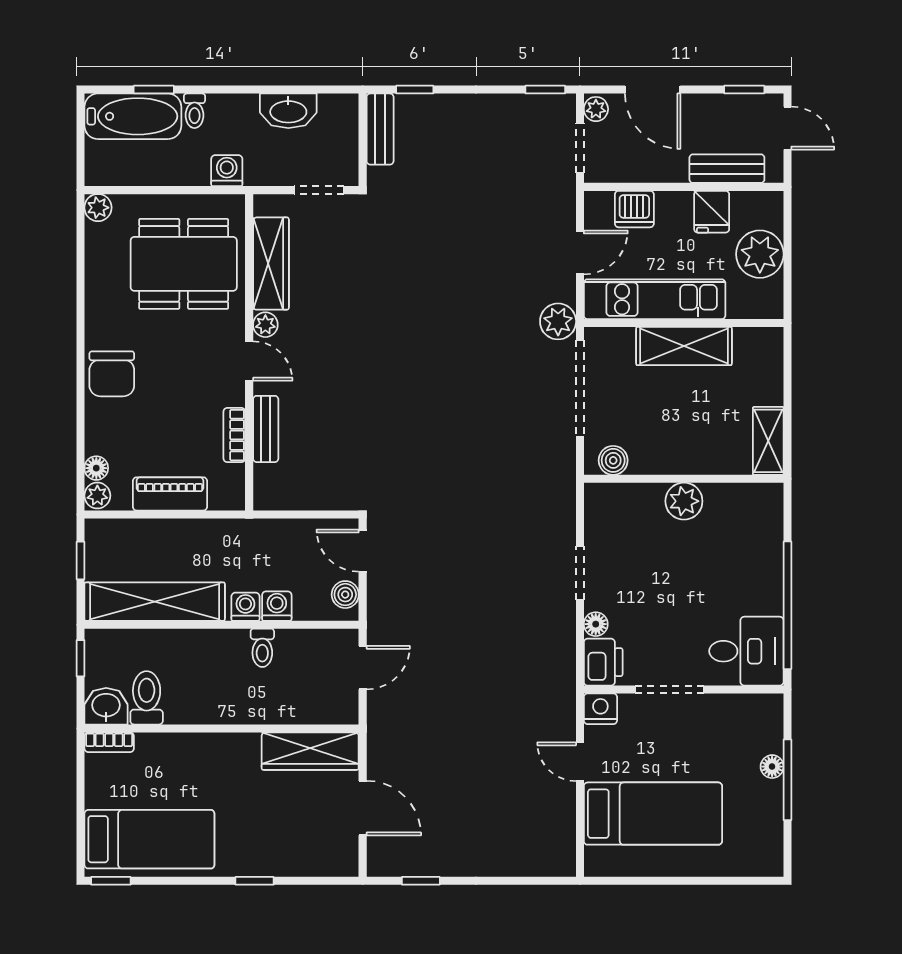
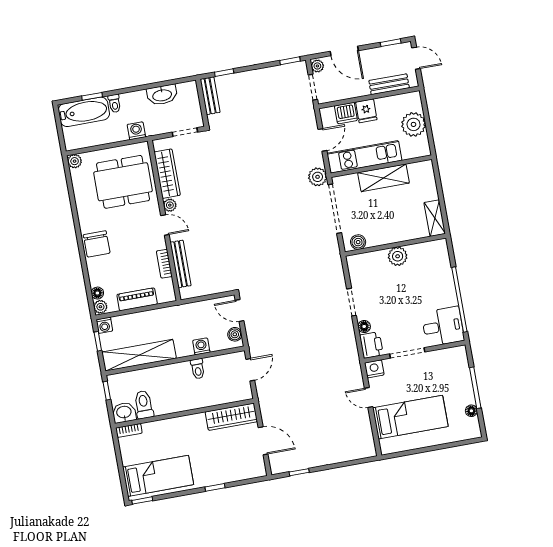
fridge: (712, 212) -> (366, 111), moved
bench: (266, 429) -> (181, 264), width x1.36
washing machine: (245, 607) -> (104, 325), moved, turned 180
floor lamp: (772, 767) -> (471, 411), moved

